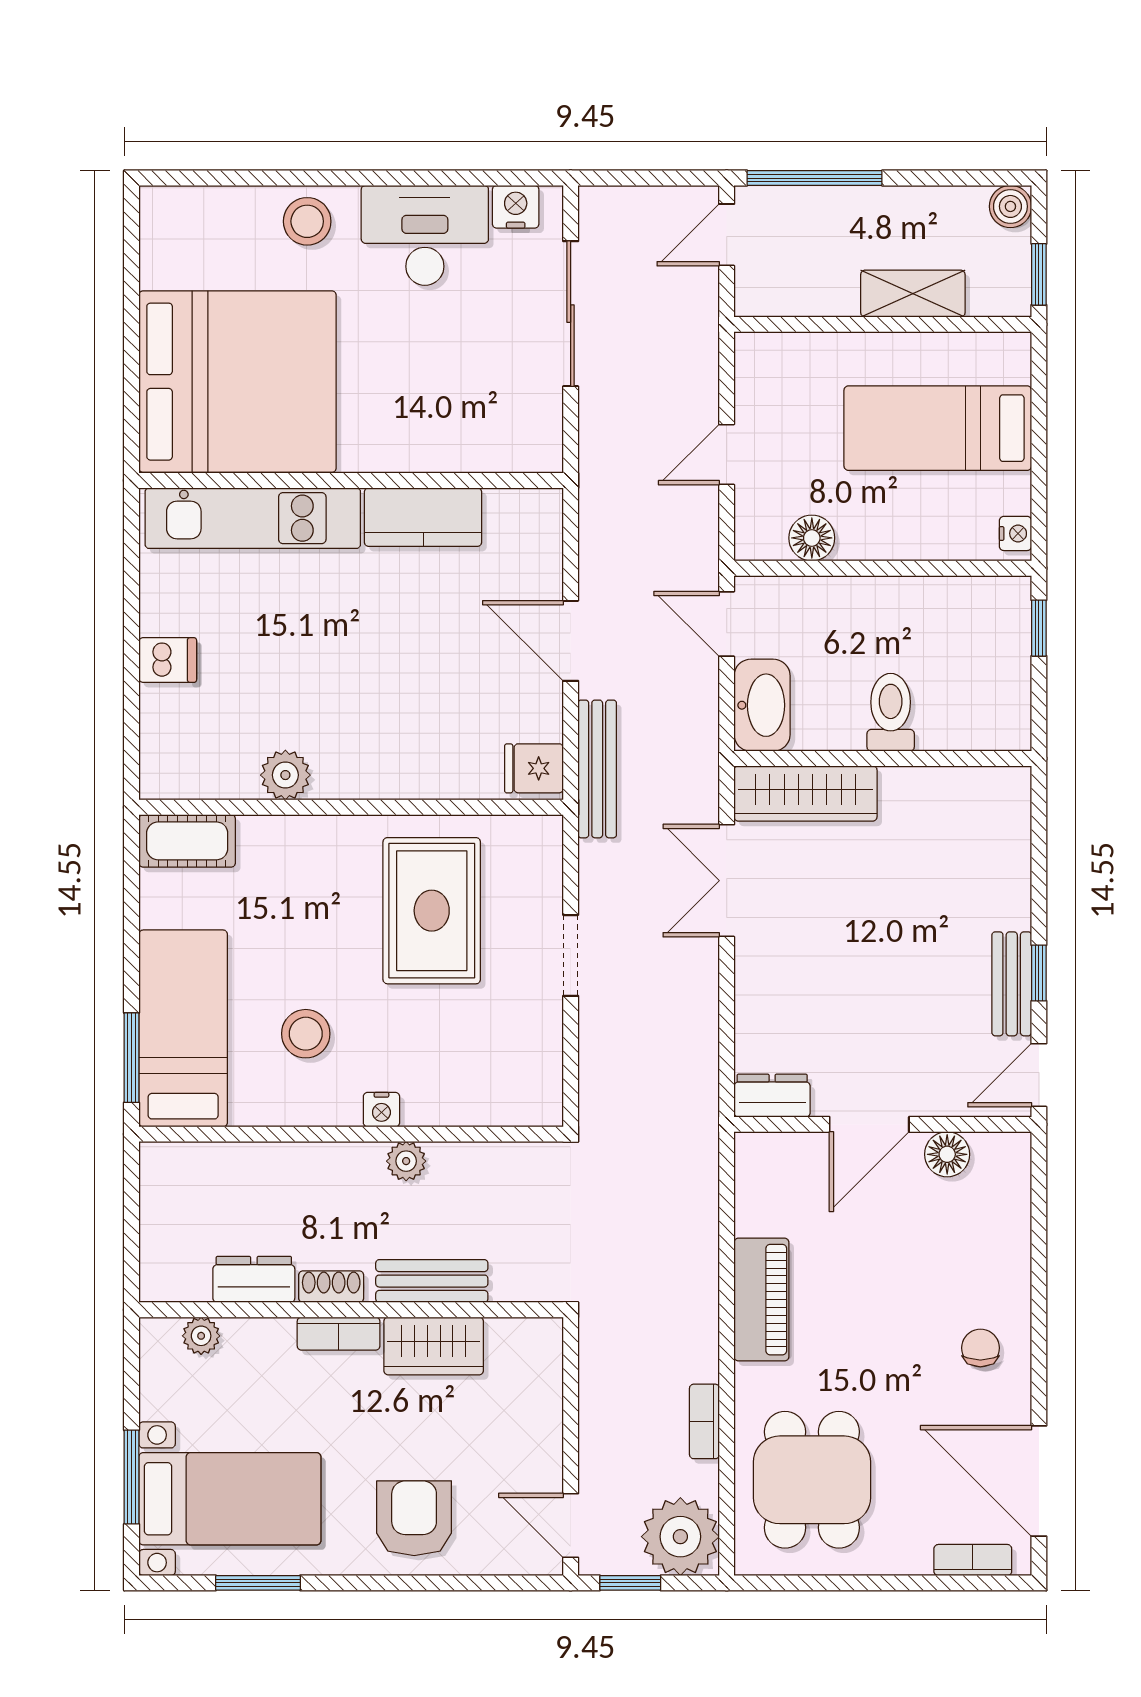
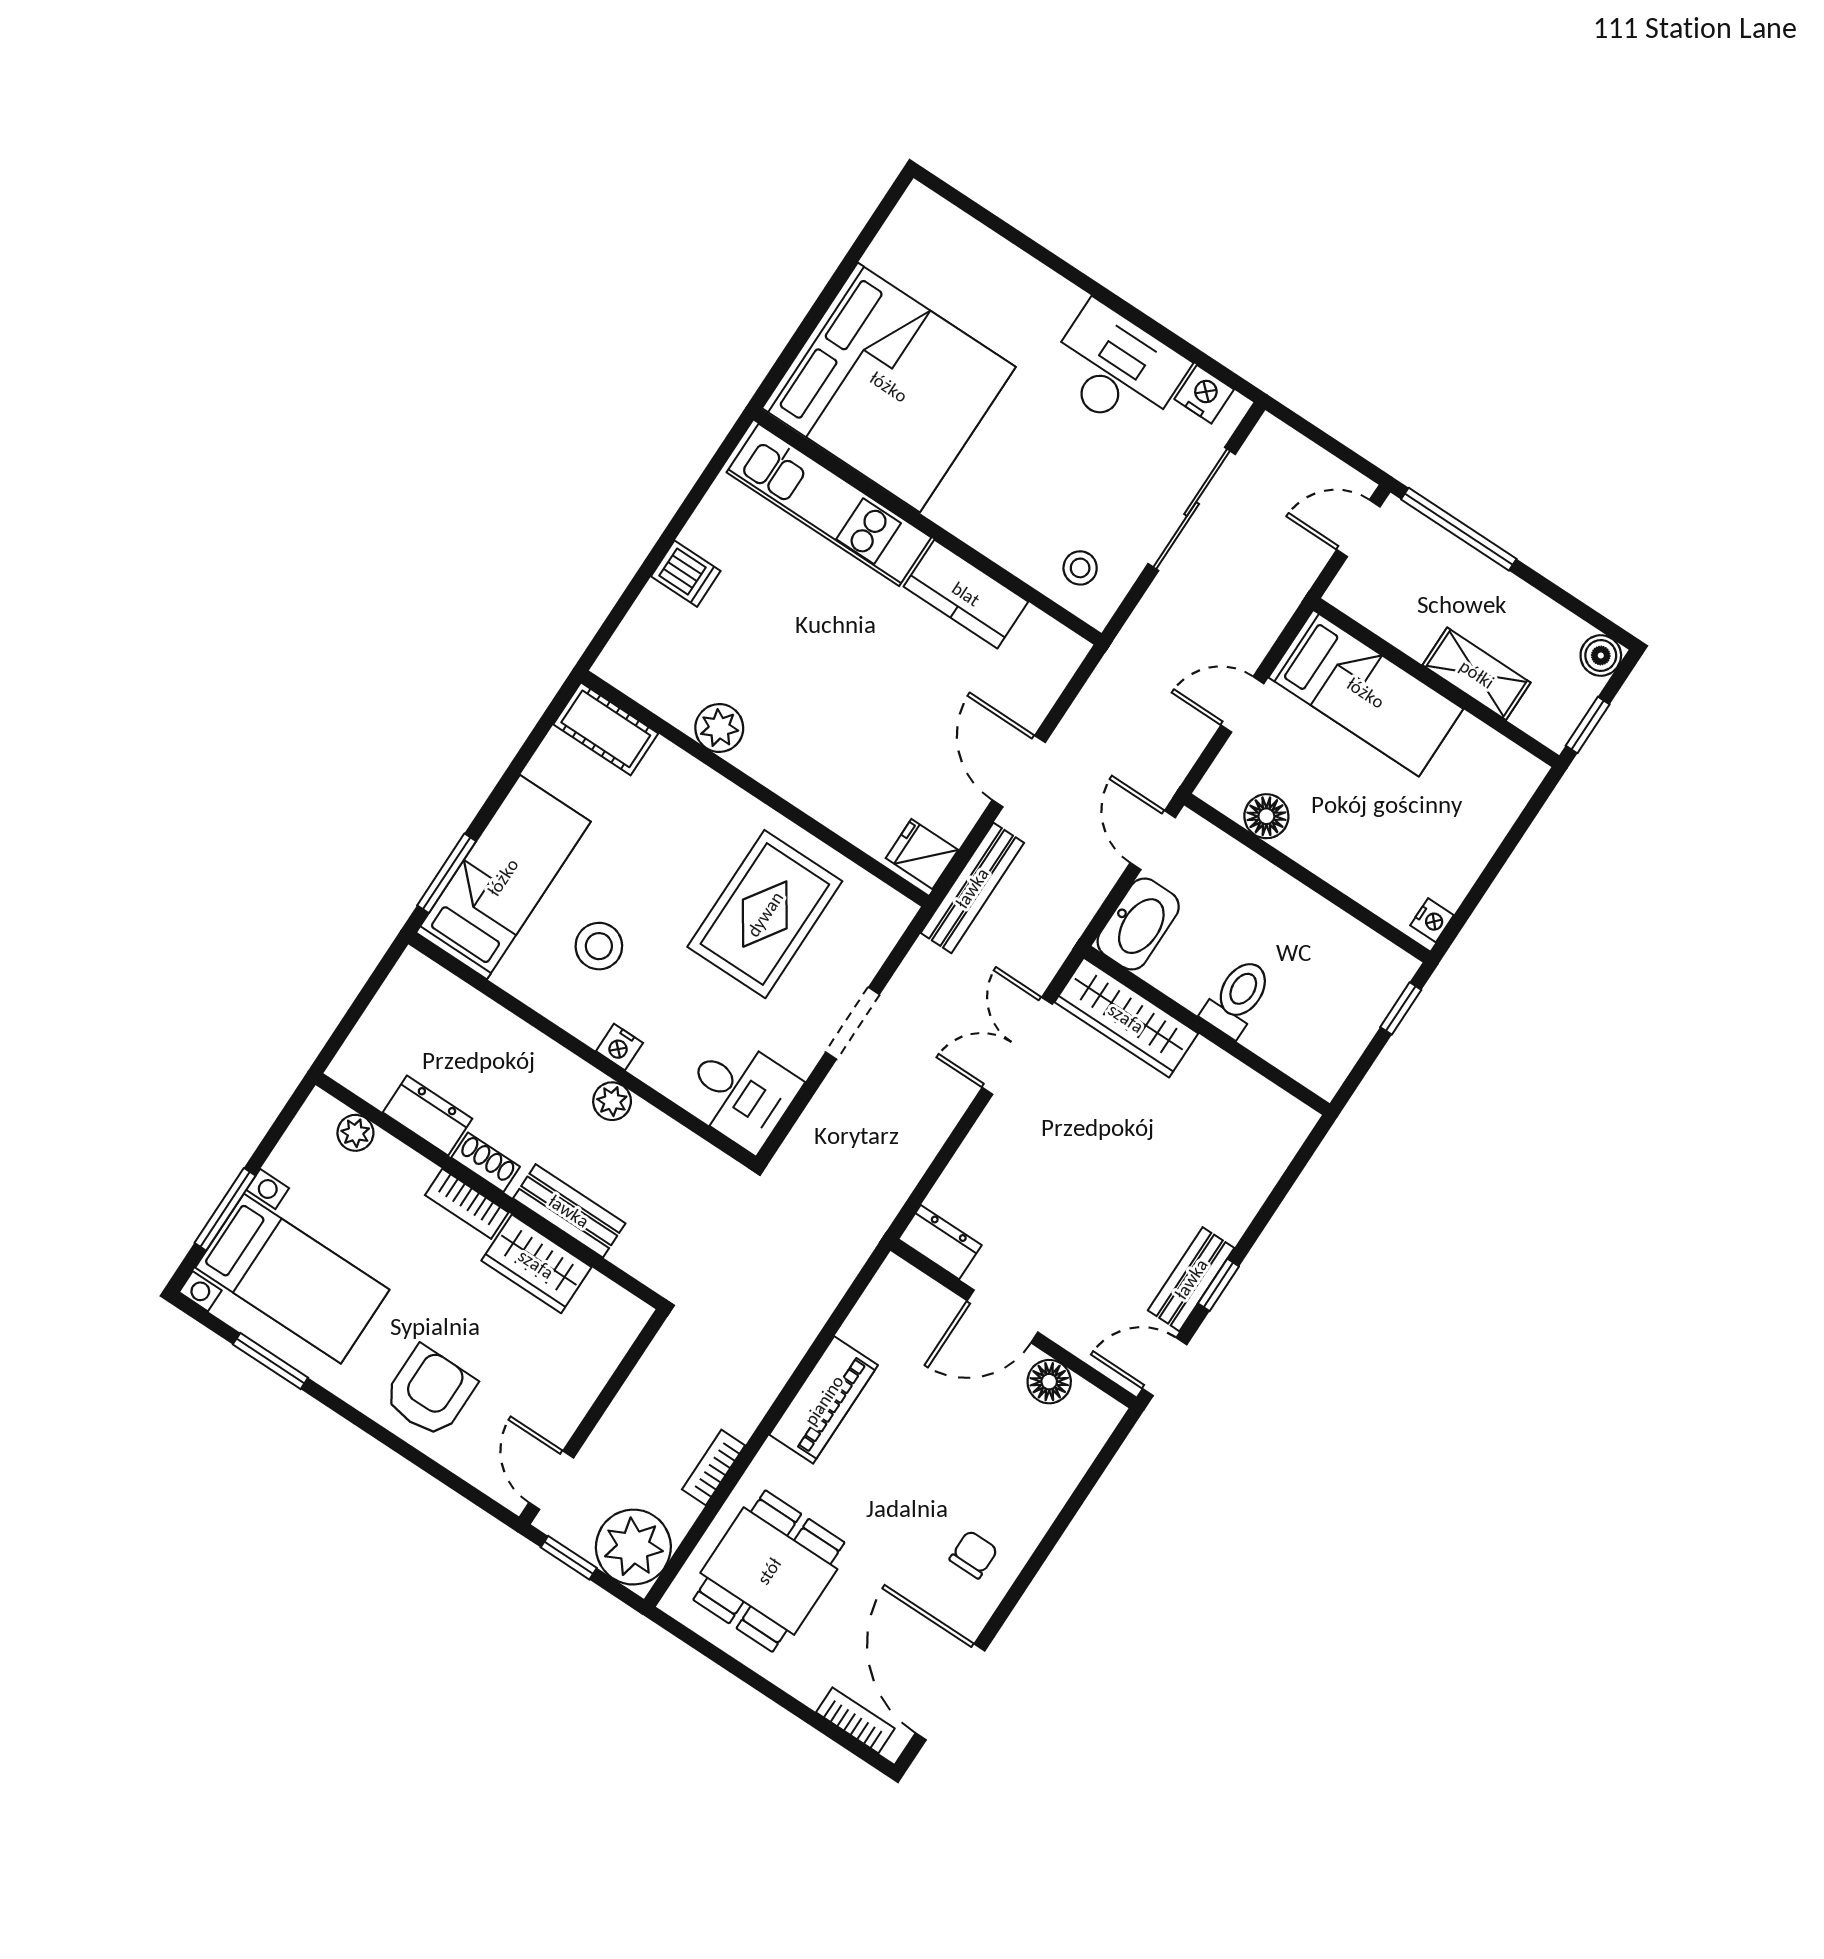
stool: (307, 221) -> (1080, 568), moved, width x0.73, depth x0.73
bed: (938, 428) -> (1366, 693), moved, turned 180
desk: (513, 1080) -> (740, 1093), added

